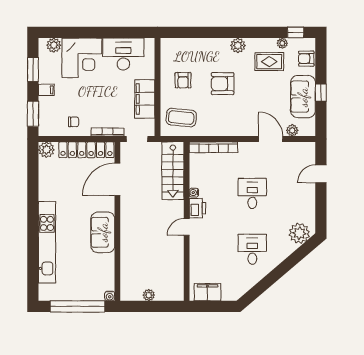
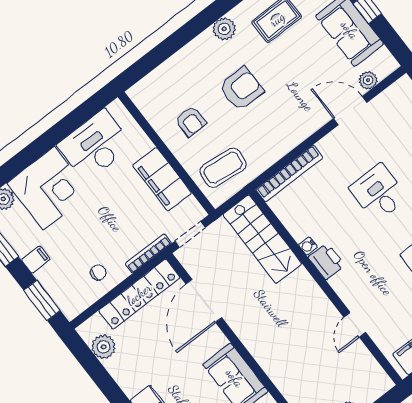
armchair: (223, 84) -> (241, 89), turned 180
plant: (46, 150) -> (104, 347), moved
door: (187, 227) -> (355, 325), moved

